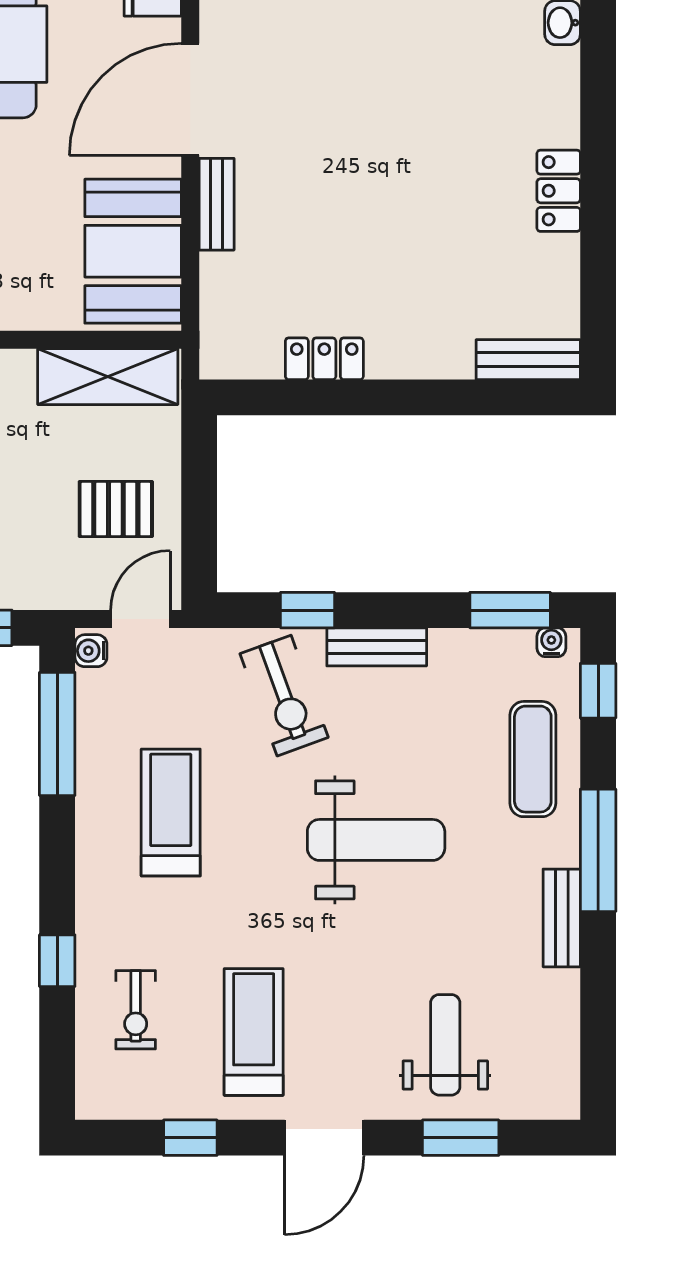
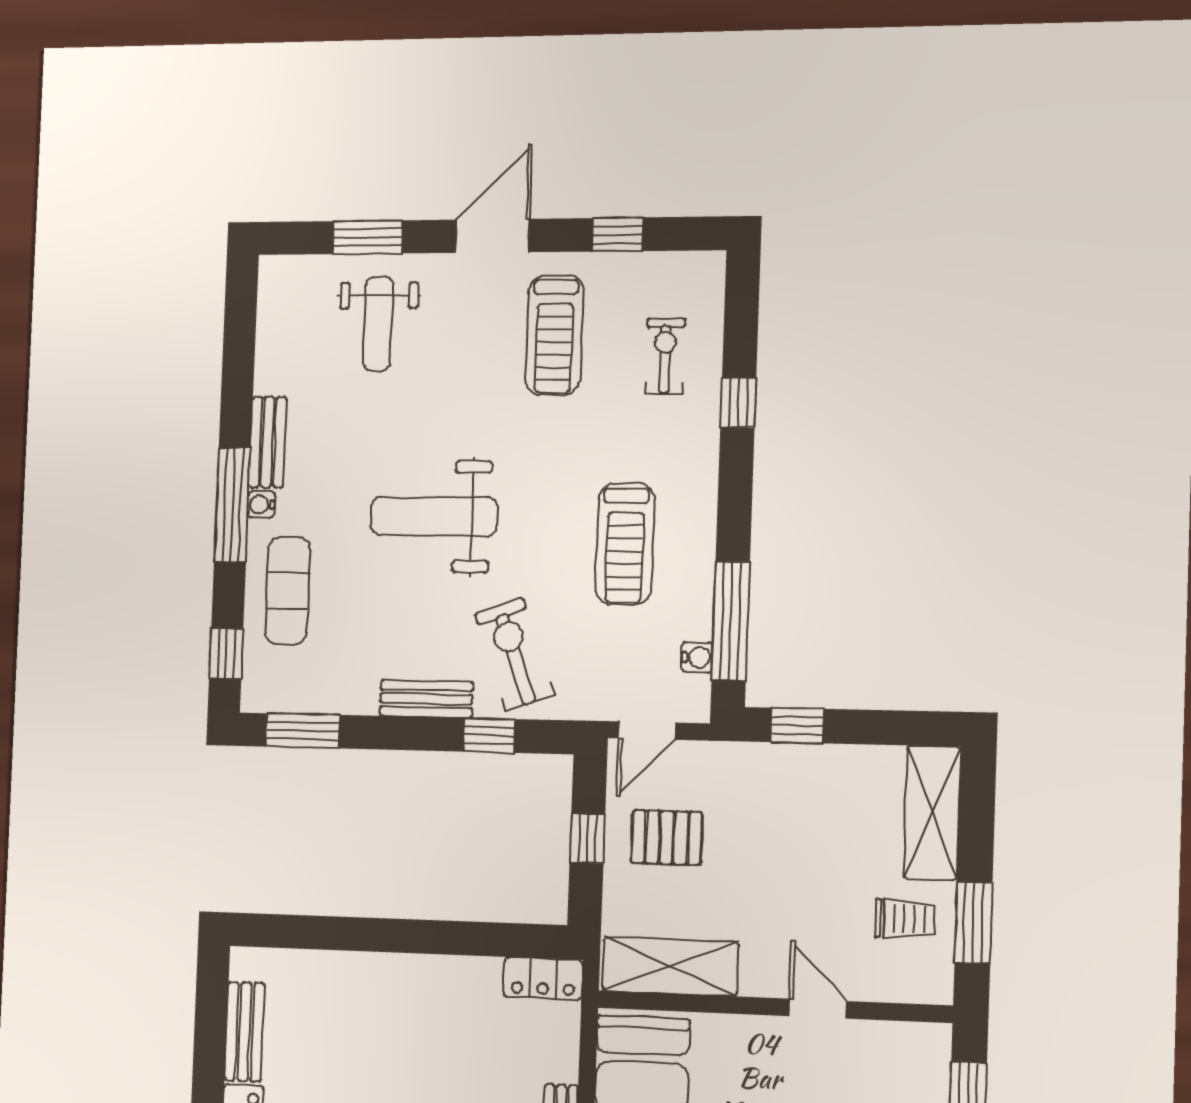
locker: (324, 359) -> (543, 979), moved
bench: (528, 360) -> (245, 1032), moved, turned 90
window: (199, 506) -> (587, 838), added
water cooler: (551, 642) -> (261, 504), moved, turned 90
water cooler: (91, 651) -> (697, 657), moved

